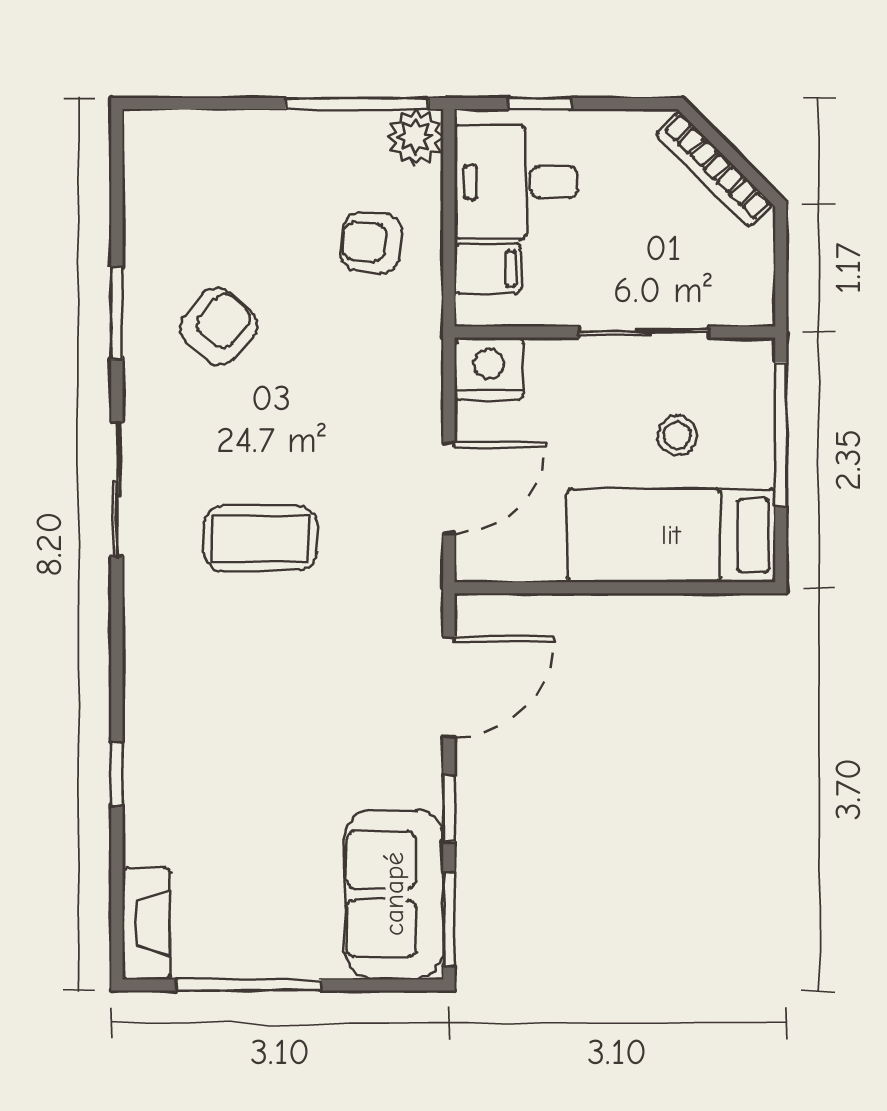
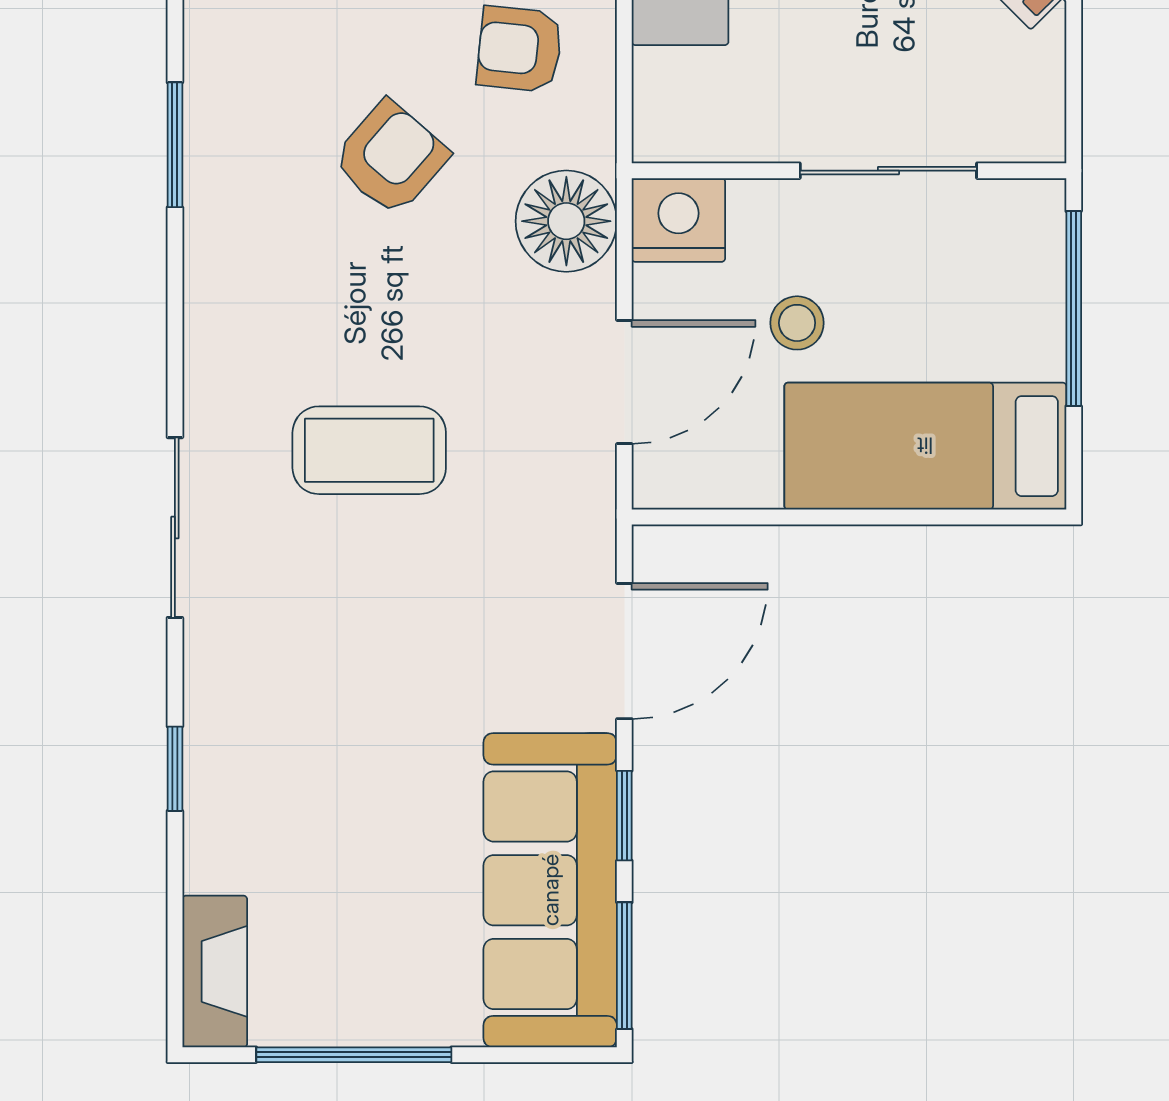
filing cabinet: (487, 269) -> (677, 85), removed
armchair: (218, 327) -> (391, 158), moved
floor lamp: (406, 369) -> (566, 221), added
stool: (677, 435) -> (797, 323), moved
sliding door: (117, 489) -> (175, 528), moved
sofa: (394, 894) -> (550, 890), width x1.36

